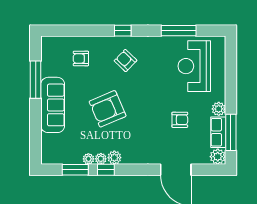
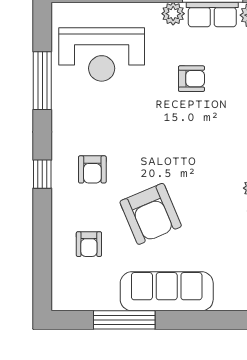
armchair: (126, 61) -> (92, 169), turned -44
armchair: (108, 109) -> (151, 214), moved
armchair: (180, 120) -> (191, 79), turned 90

